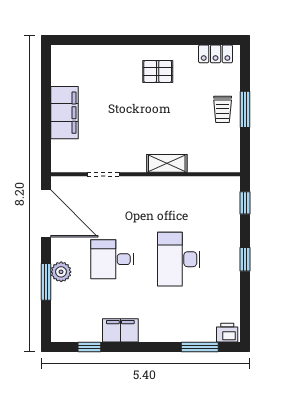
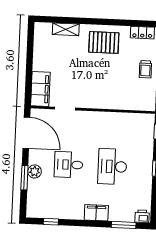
pallet: (158, 71) -> (104, 42), width x1.50, depth x1.42
filing cabinet: (64, 113) -> (40, 89), moved
shelving: (167, 163) -> (66, 29), moved
filing cabinet: (120, 330) -> (96, 213), moved

